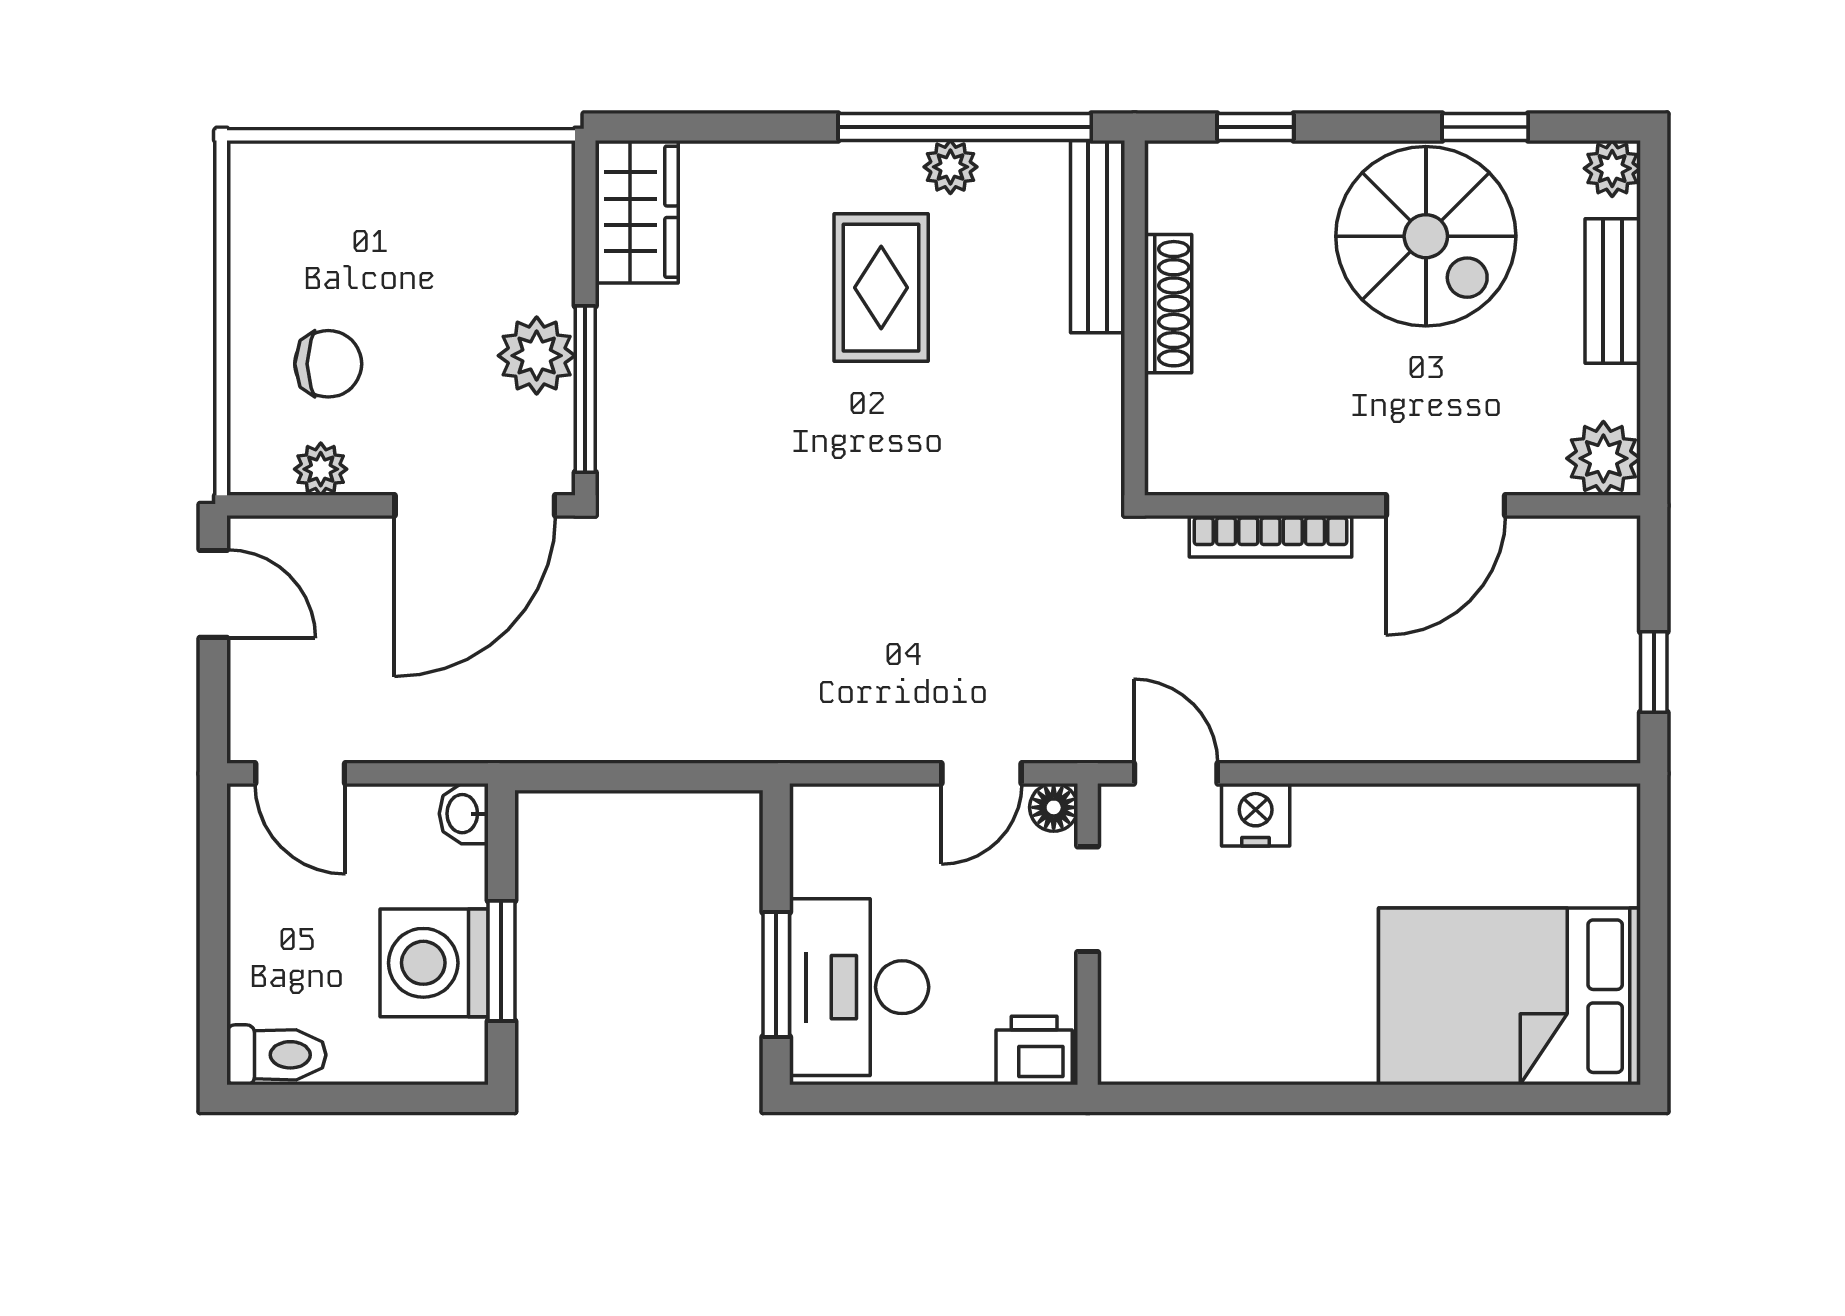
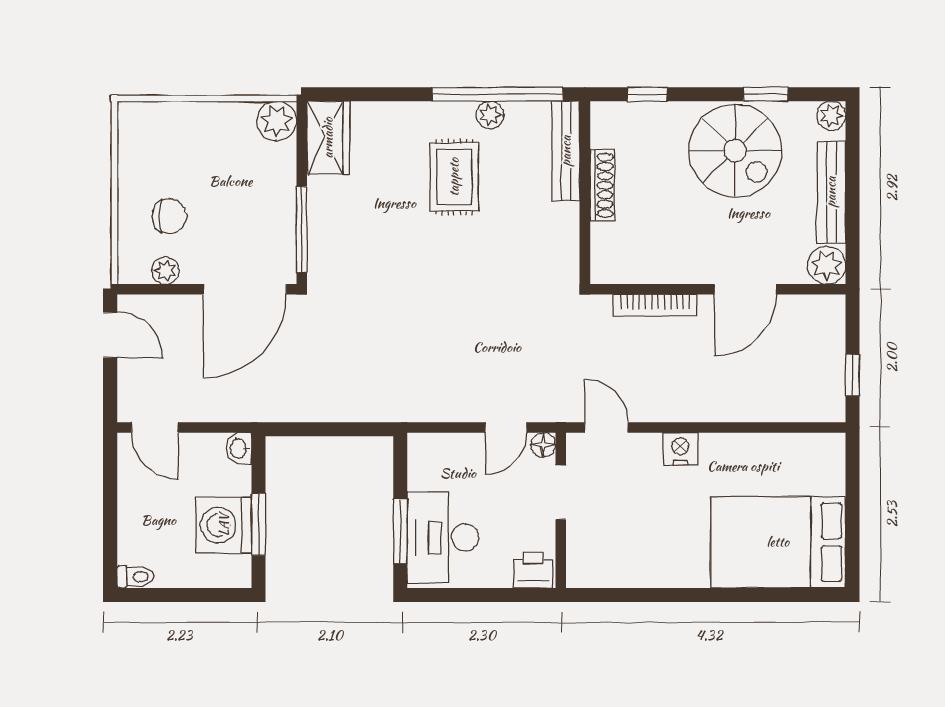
bench: (1613, 291) -> (831, 192), width x1.36
plant: (537, 356) -> (277, 121), moved
nightstand: (1256, 815) -> (680, 449), moved
toilet: (276, 1055) -> (135, 577), width x0.73, depth x0.72

